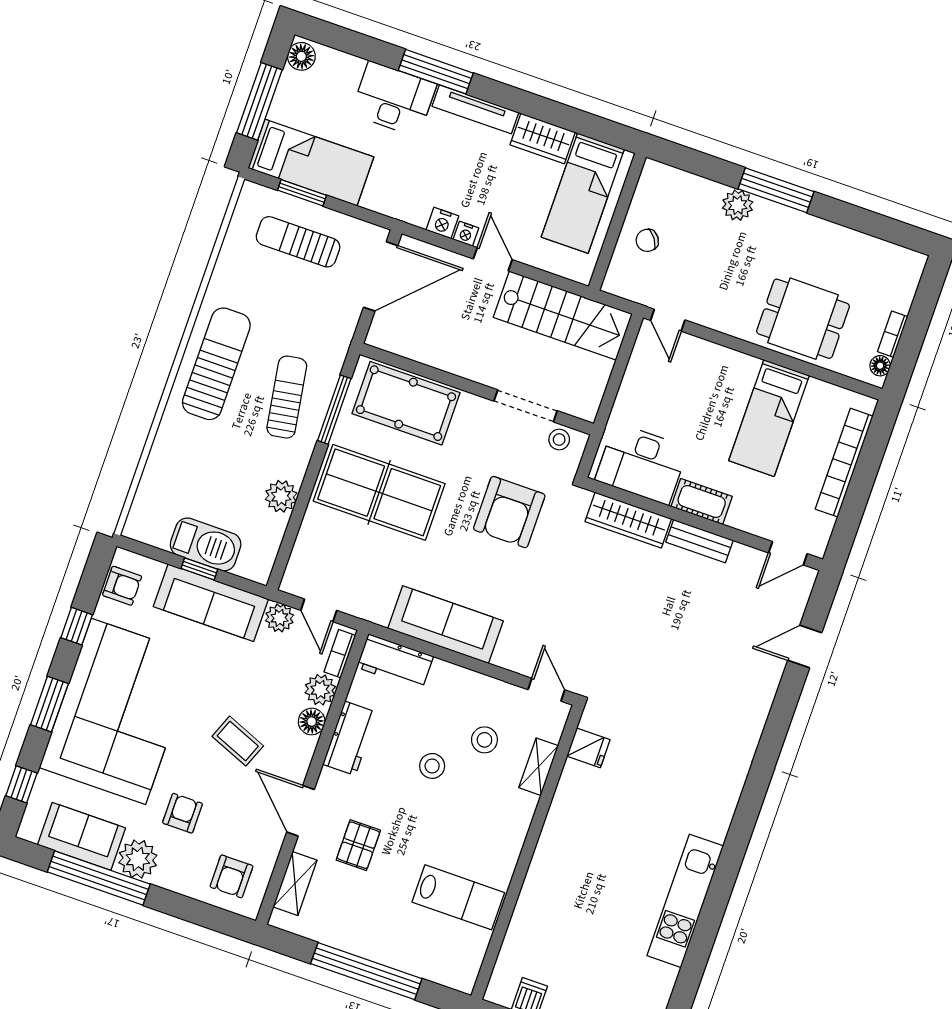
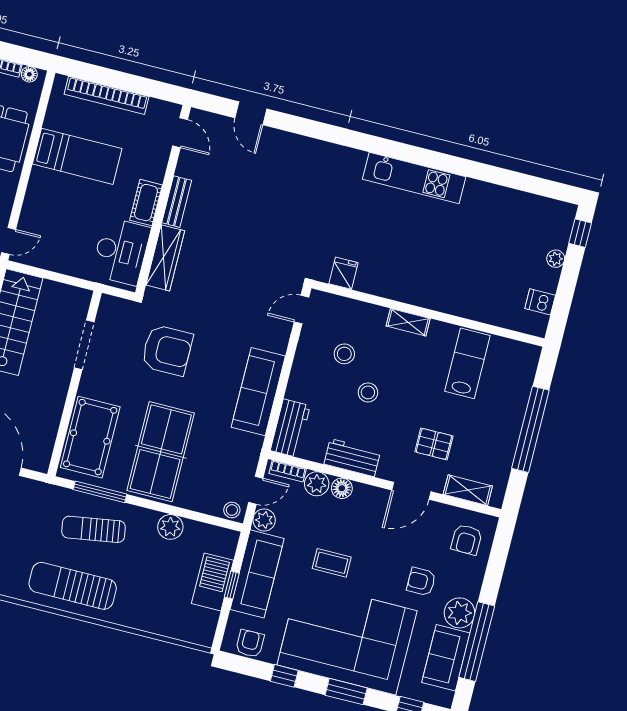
stool: (559, 439) -> (232, 510), moved
coffee table: (238, 741) -> (332, 563), moved, turned 68
shelving: (539, 767) -> (408, 322), moved
armchair: (231, 876) -> (467, 540), turned 91
kitchen unit: (685, 901) -> (414, 178), moved

